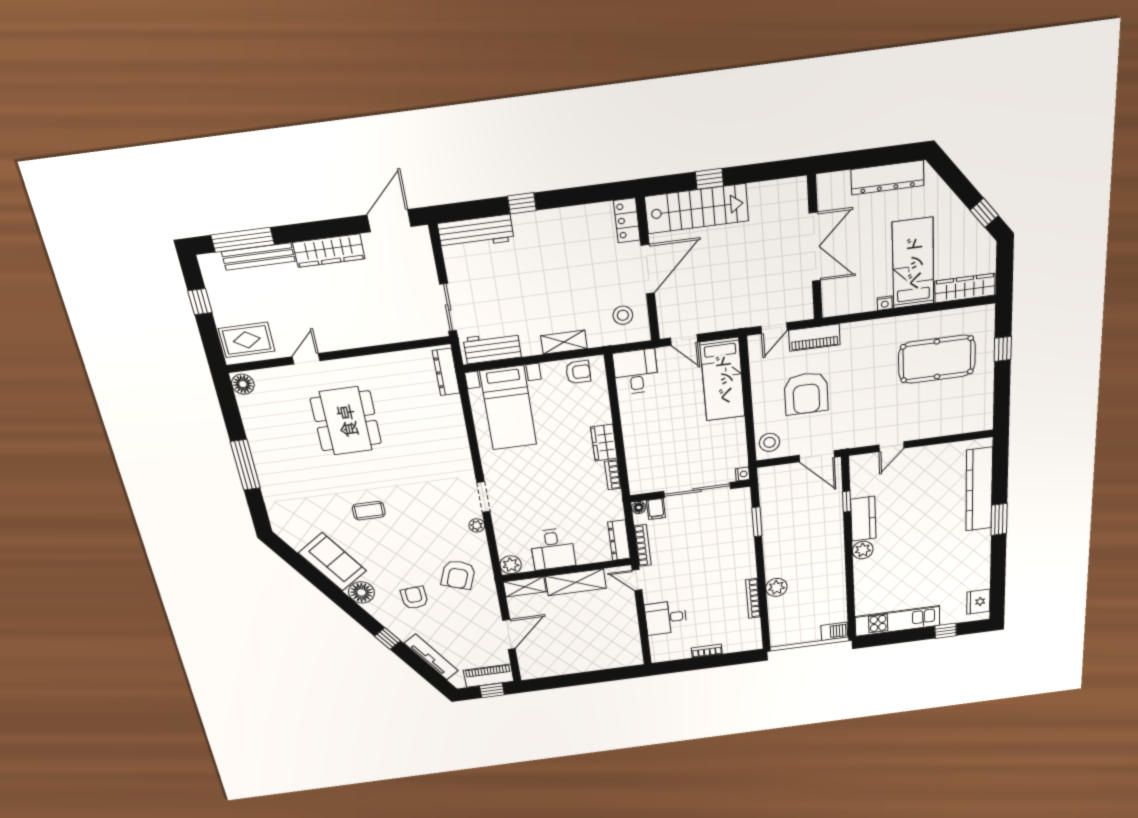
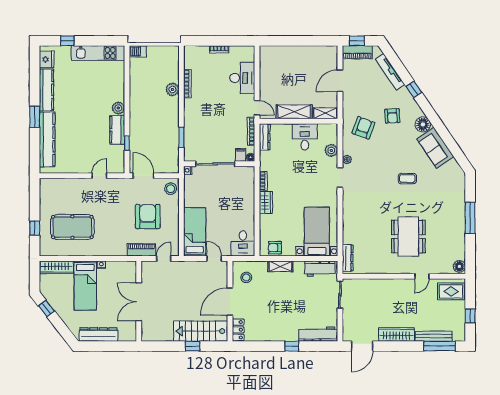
kitchen counter: (979, 560) -> (46, 90), added
plant: (511, 565) -> (331, 150), moved
desk: (666, 618) -> (242, 78), width x1.37

